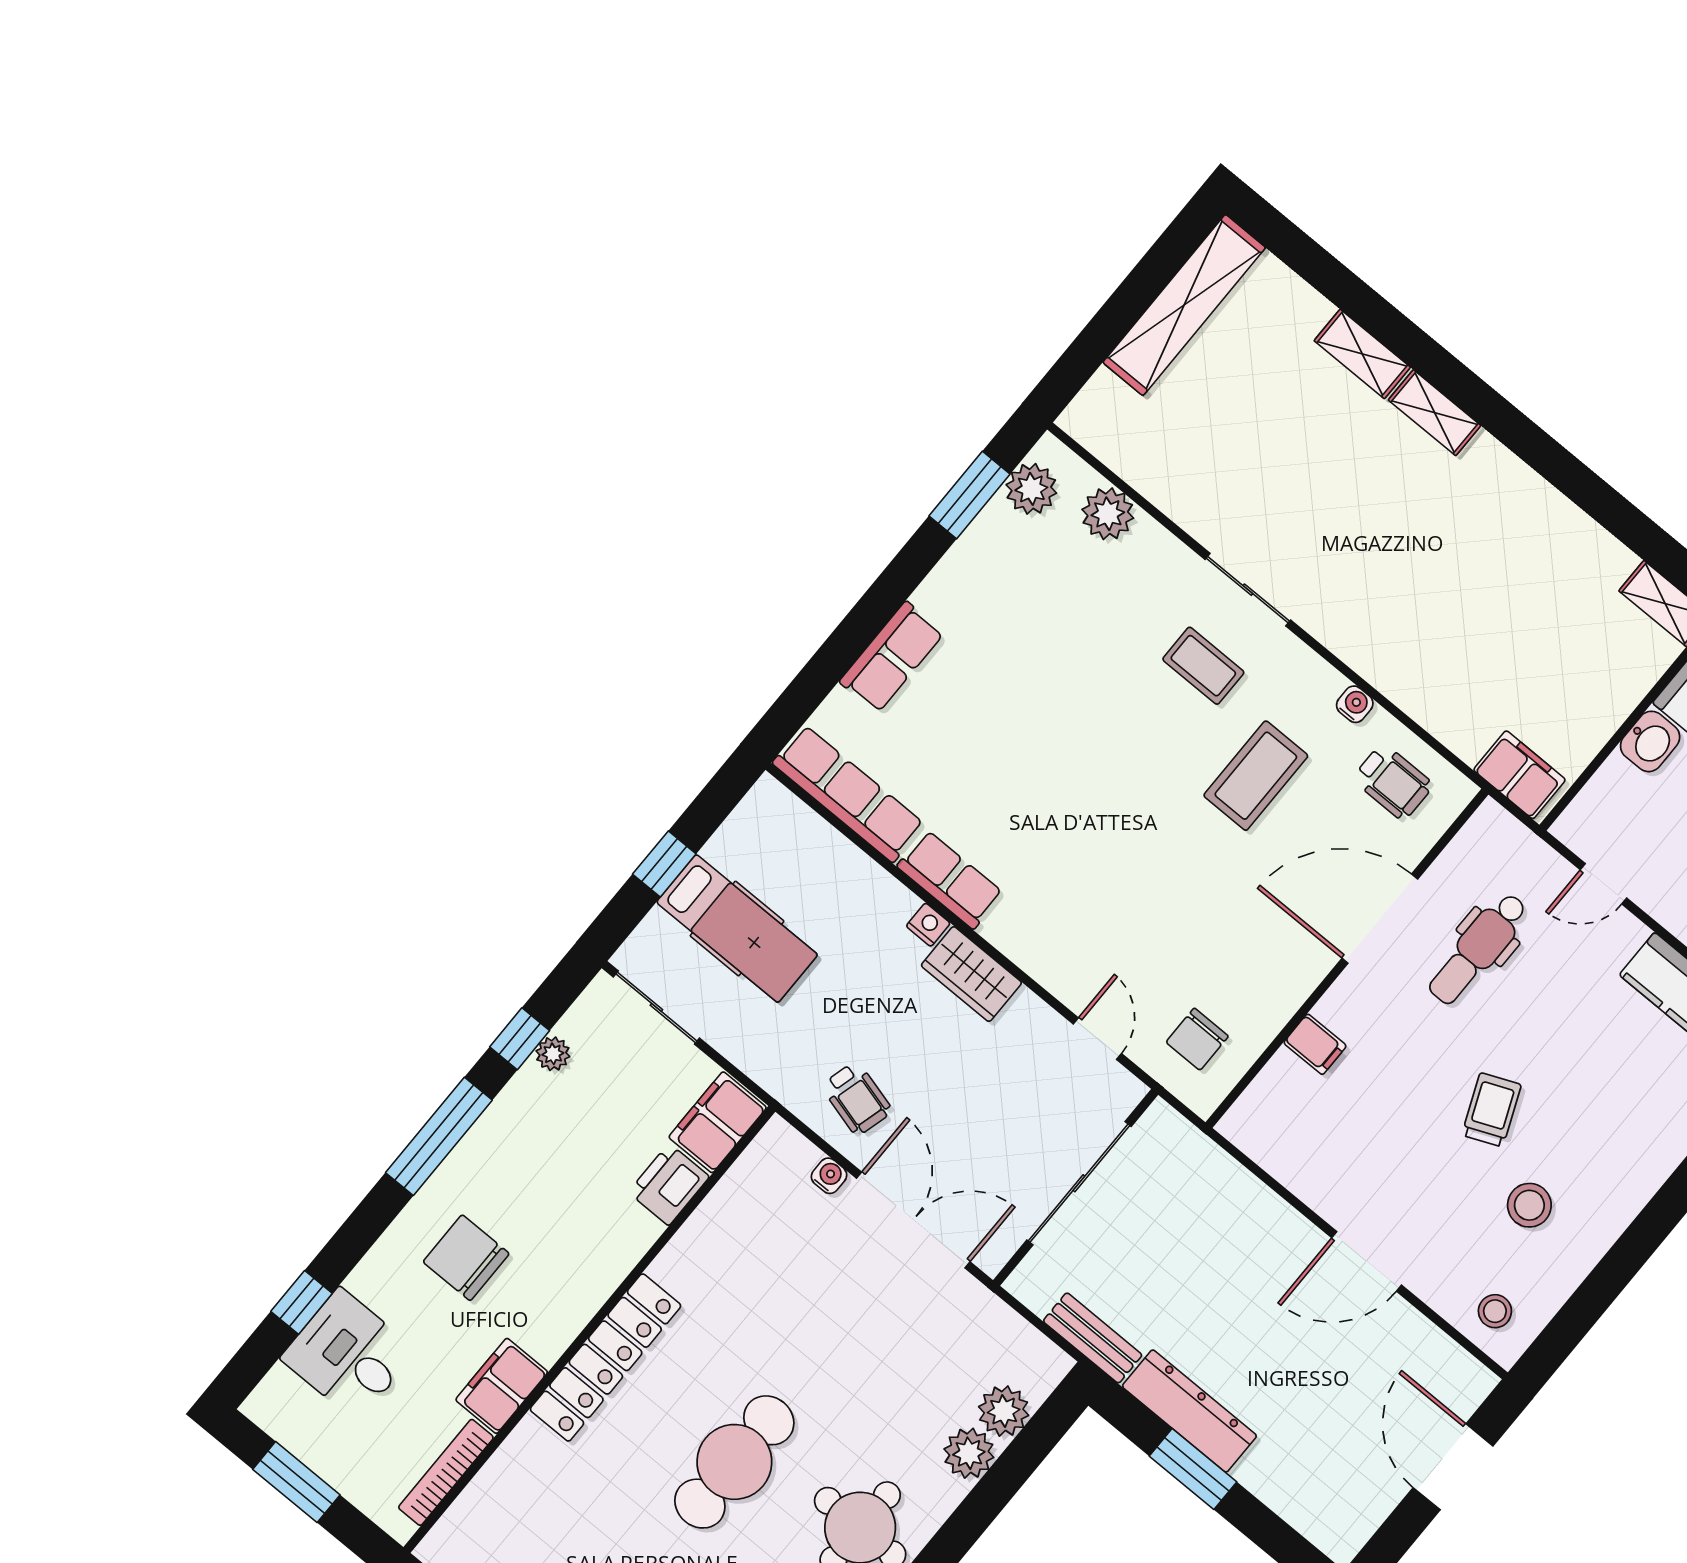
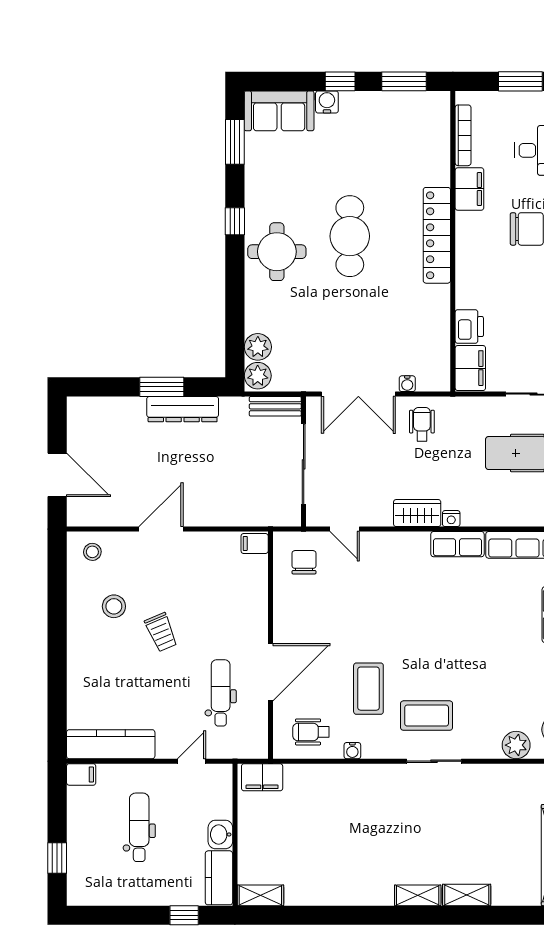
coffee table: (1203, 666) -> (427, 716), width x1.36, depth x1.30
filing cabinet: (1315, 1044) -> (255, 543), moved
wheelchair: (857, 1098) -> (422, 424), turned 75
bench: (1093, 1338) -> (275, 406), moved
plant: (969, 1453) -> (258, 376), moved

